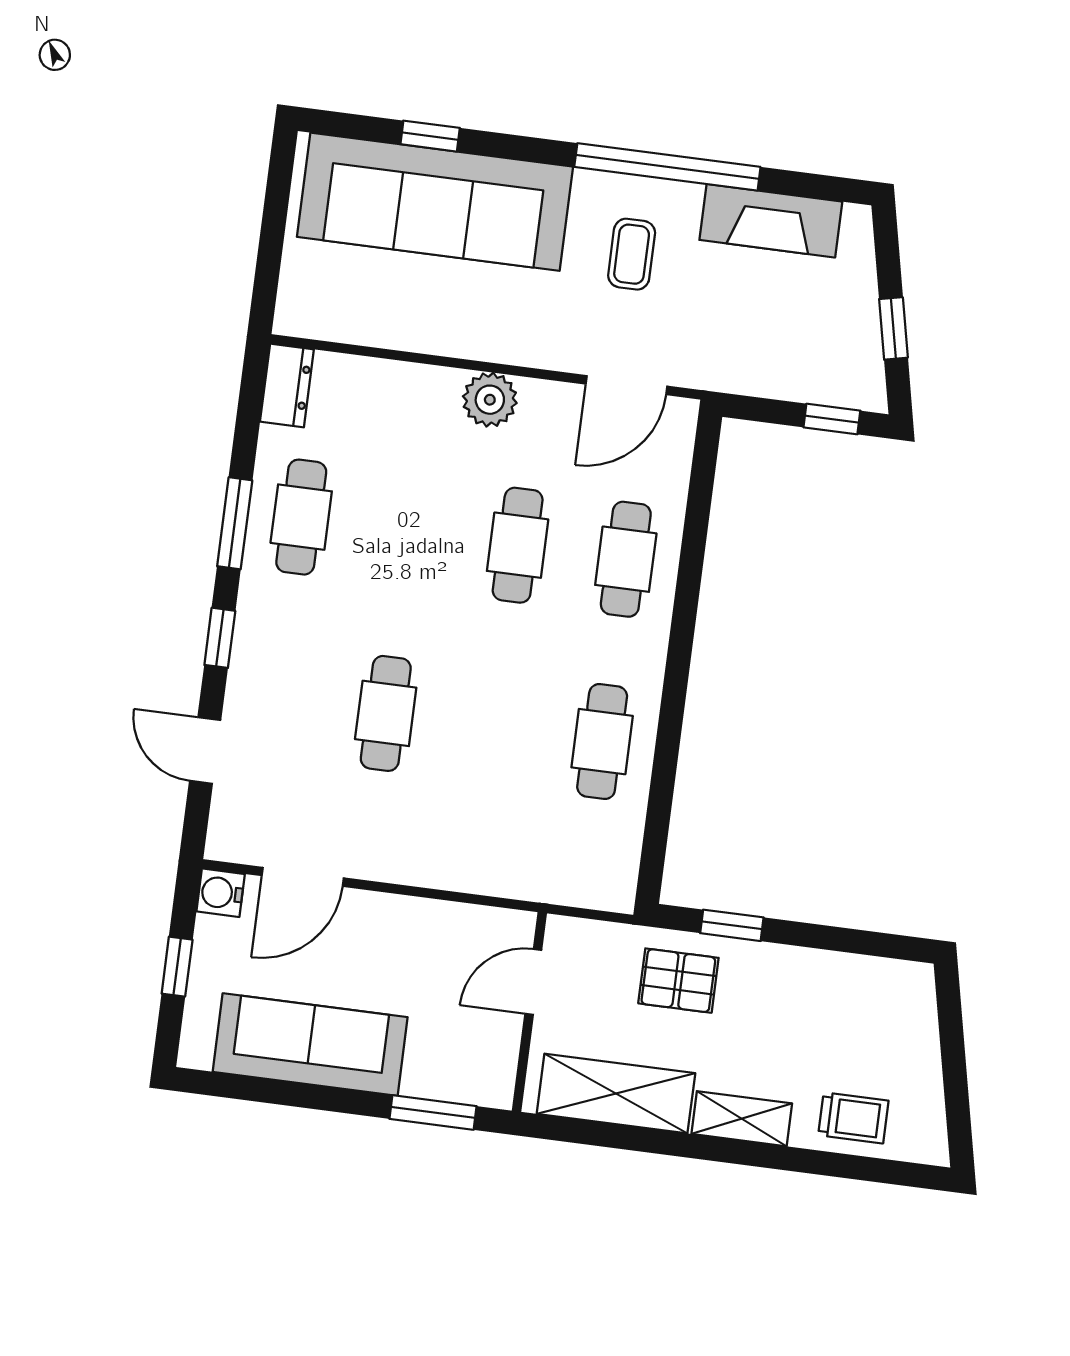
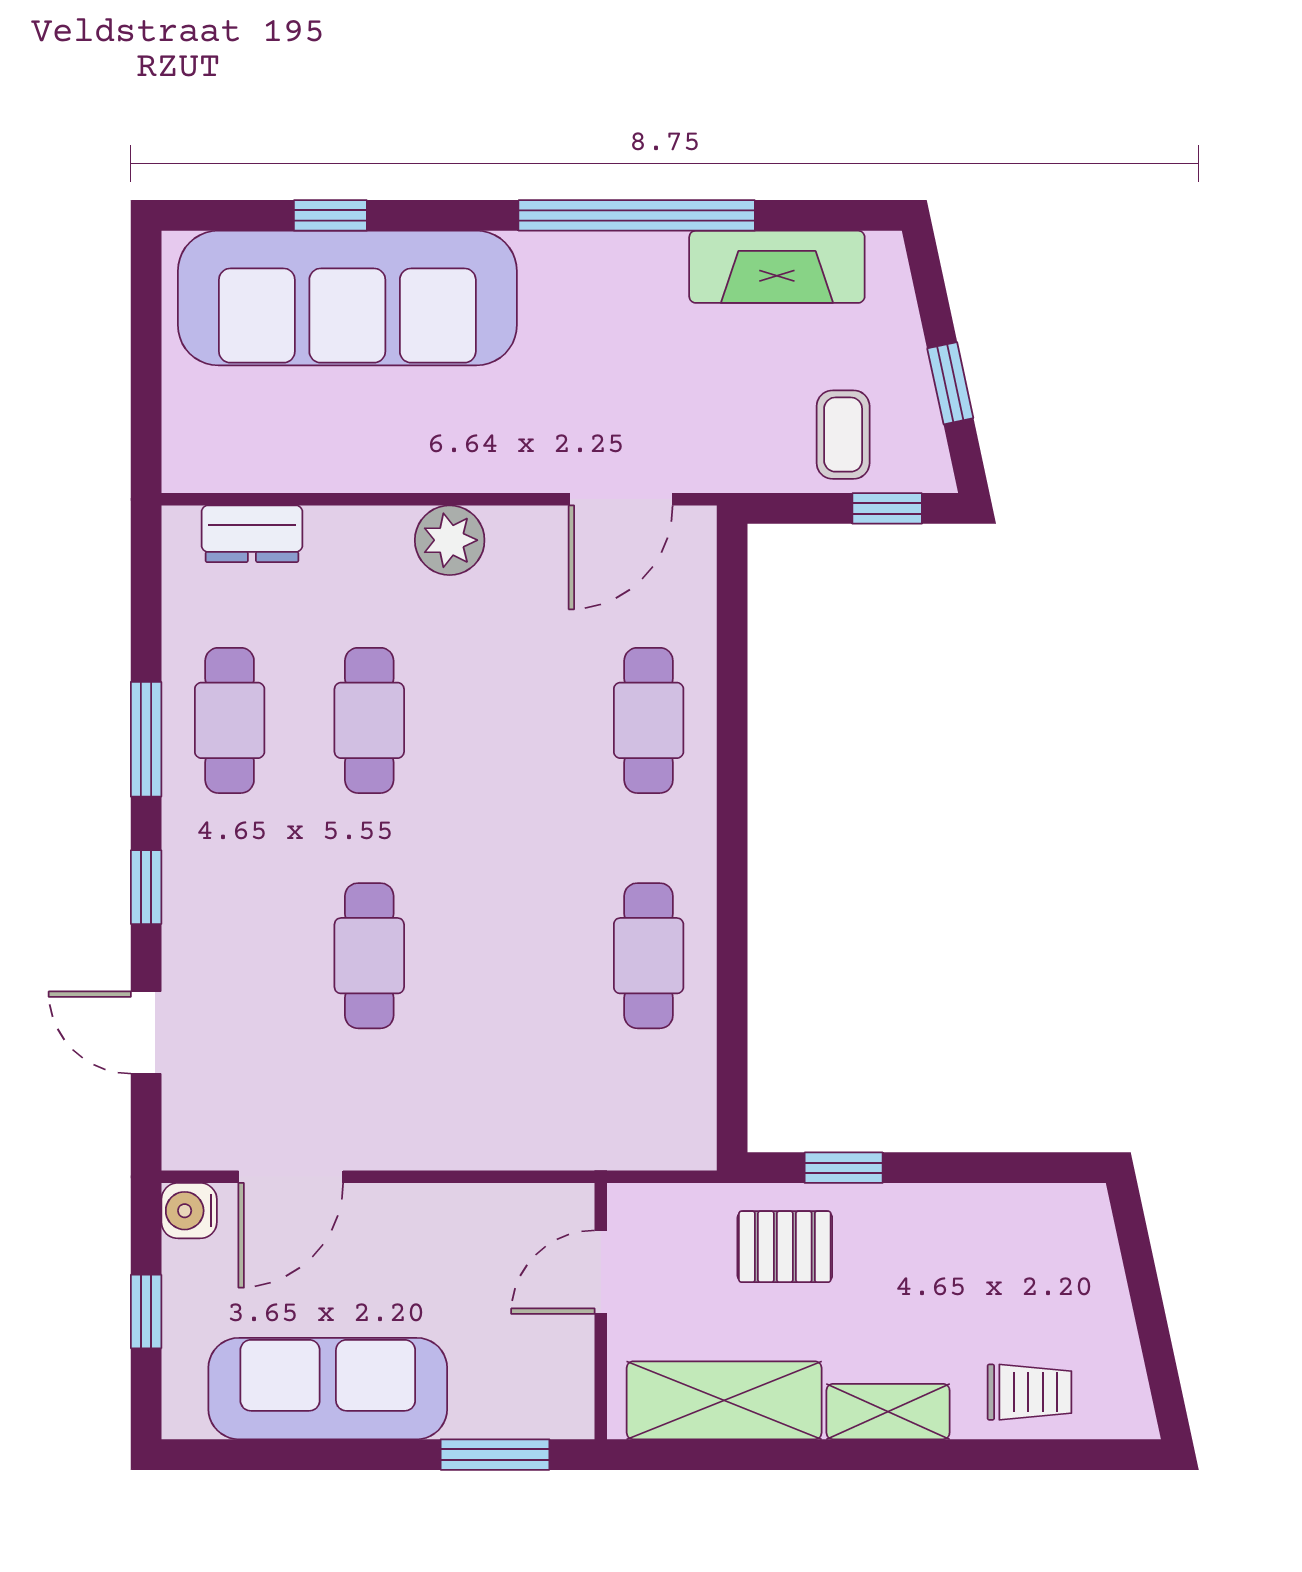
coffee table: (632, 254) -> (843, 435), moved
dresser: (287, 386) -> (252, 534), moved, turned 90
cafe table: (518, 545) -> (369, 720), moved

